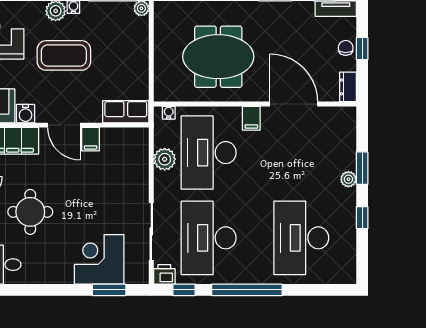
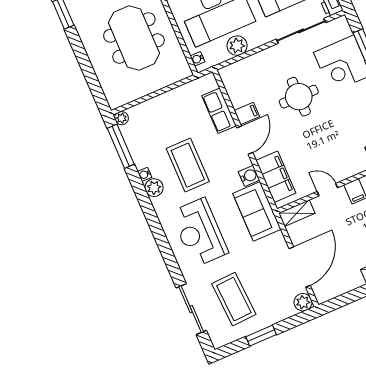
row of seats: (126, 112) -> (219, 111), moved
round table: (30, 212) -> (299, 97), moved

